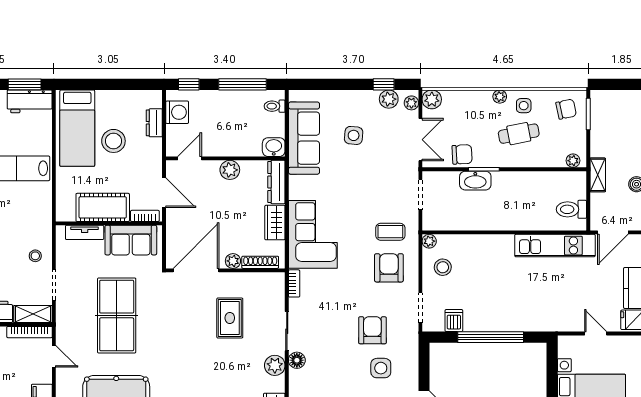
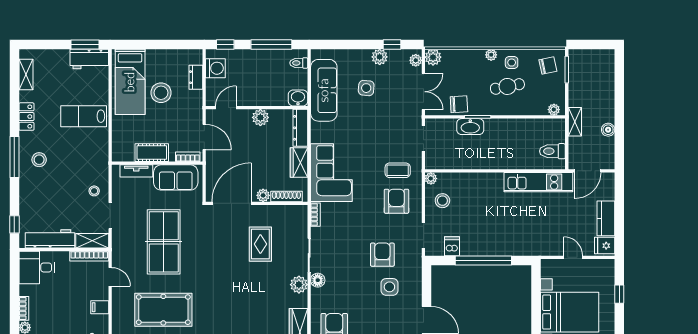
plant: (389, 99) -> (380, 57), moved
cot: (103, 207) -> (152, 153), width x0.73, depth x0.75

